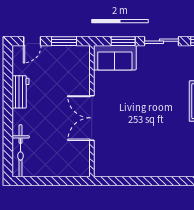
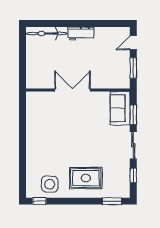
door: (32, 41) -> (133, 43), hinge flipped
workbench: (20, 92) -> (81, 33), moved

